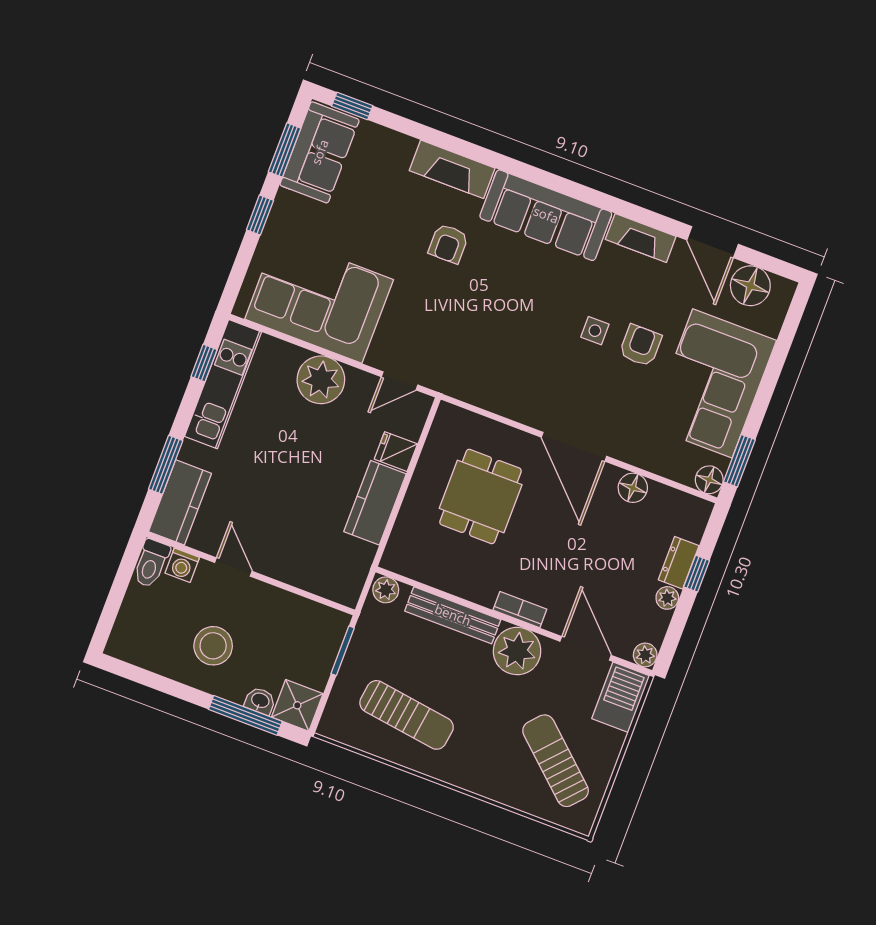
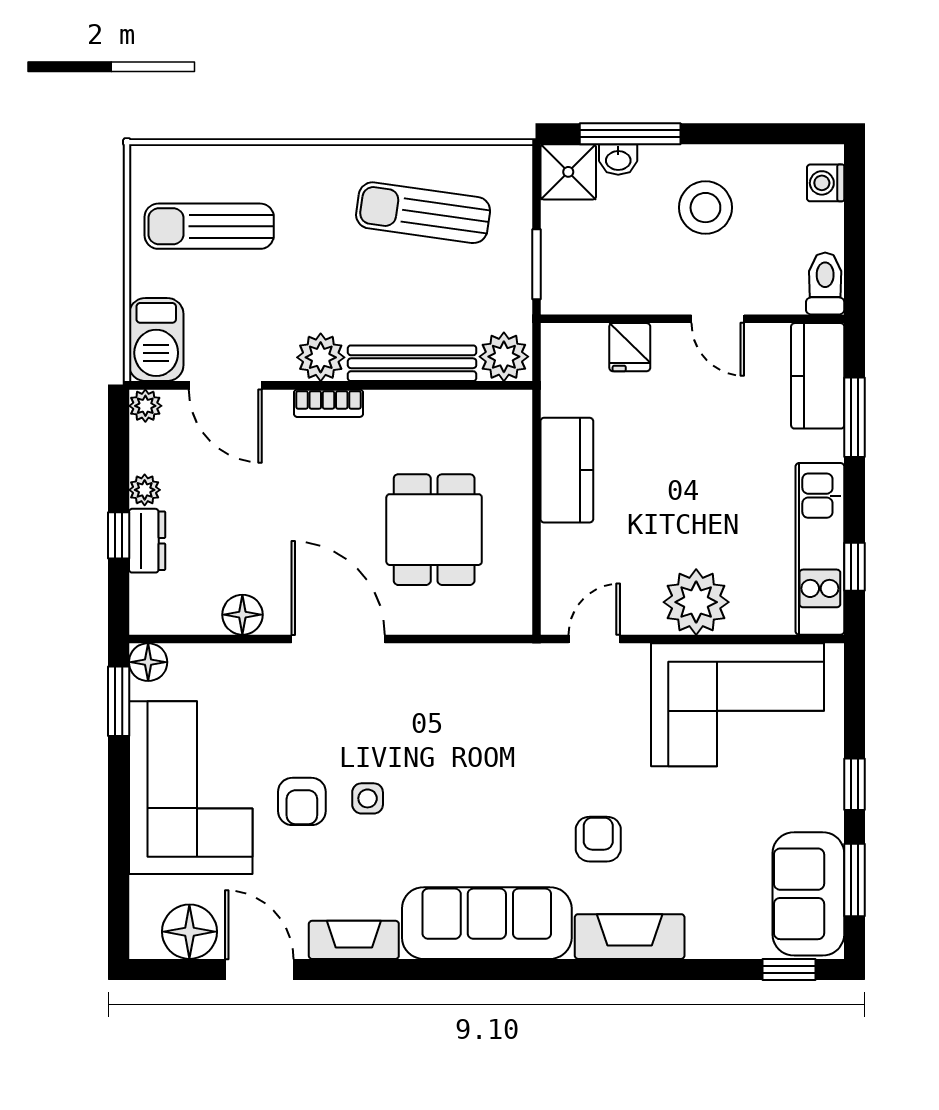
fridge: (396, 452) -> (630, 347), moved, turned 90
washing machine: (182, 565) -> (826, 183), moved, turned -90
plant: (386, 590) -> (504, 357), width x1.38, depth x1.38
plant: (517, 651) -> (321, 357), width x0.73, depth x0.73
sun lounger: (556, 761) -> (209, 226), turned 138

